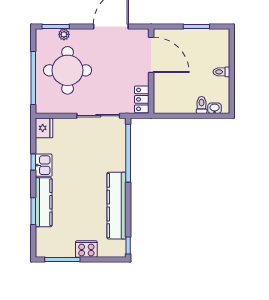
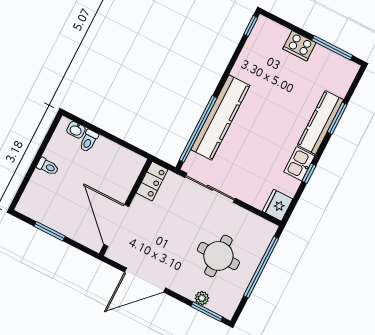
round table: (68, 70) -> (218, 256), width x0.73, depth x0.73
kitchen counter: (117, 206) -> (220, 118), moved

